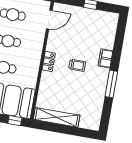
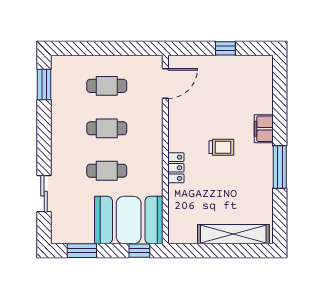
locker: (49, 61) -> (176, 168), moved
shelving: (57, 117) -> (233, 234), moved

